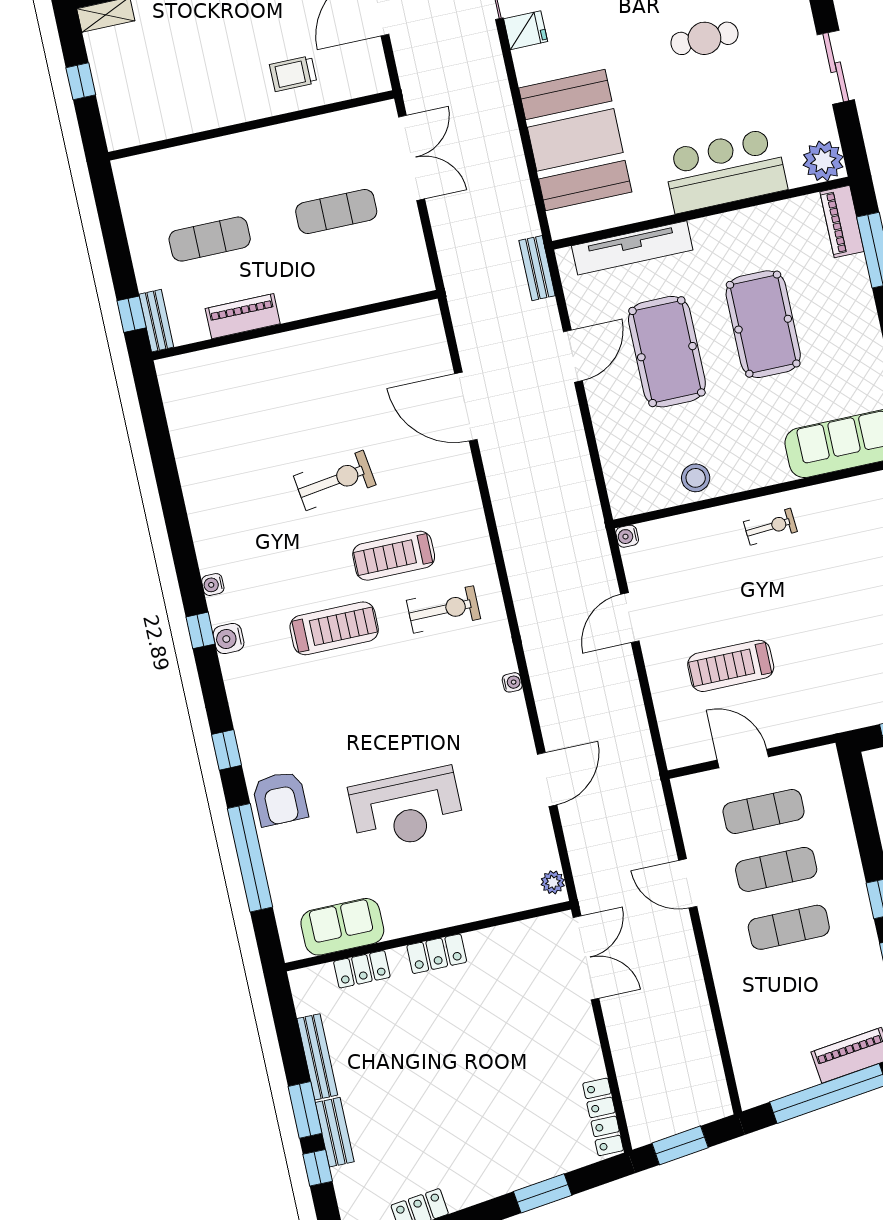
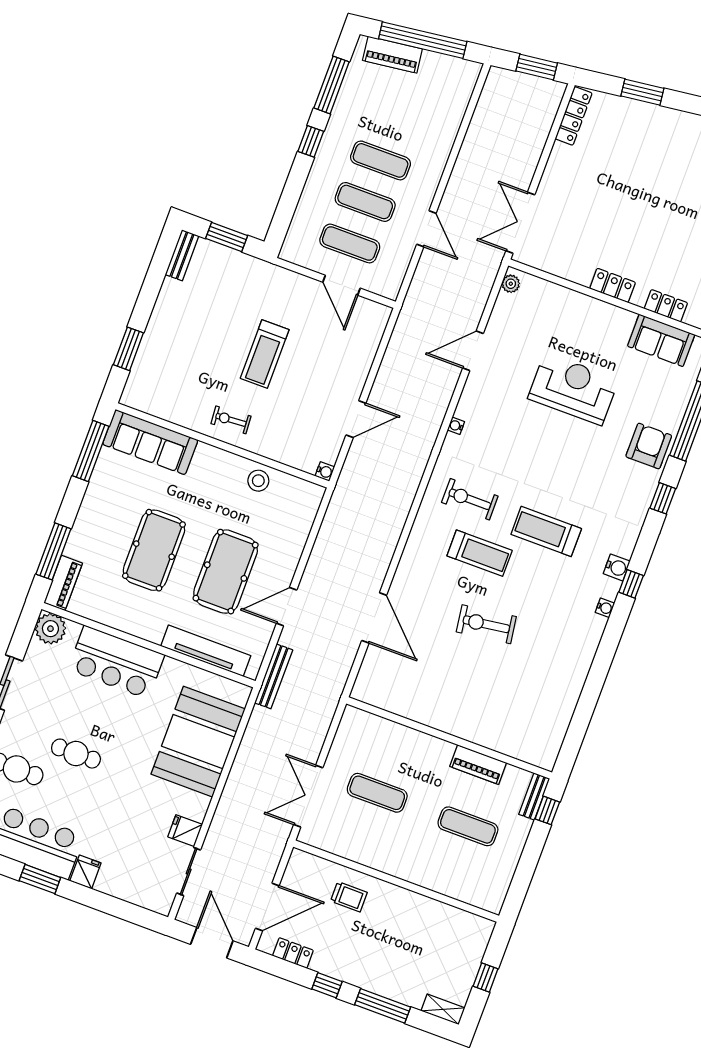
bench: (537, 268) -> (274, 676), width x1.36
treadmill: (731, 666) -> (265, 354), moved, turned 90

